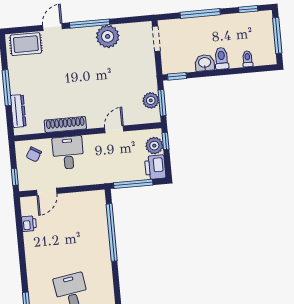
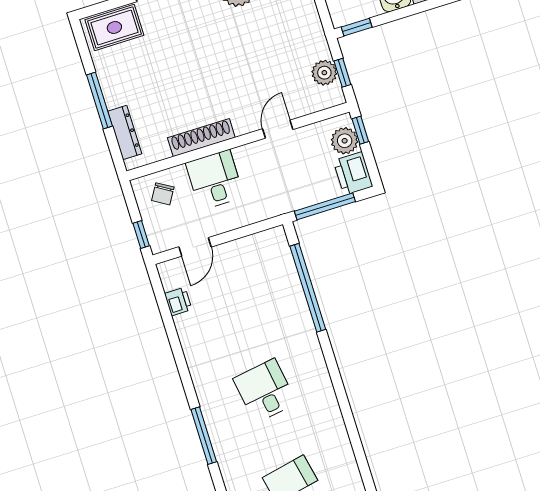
window: (162, 103) -> (342, 73), width x0.67

